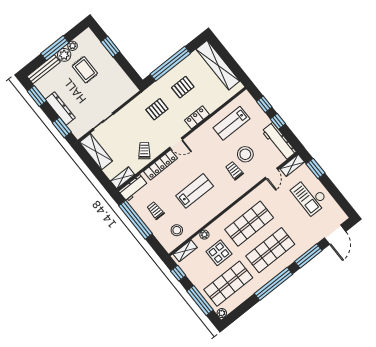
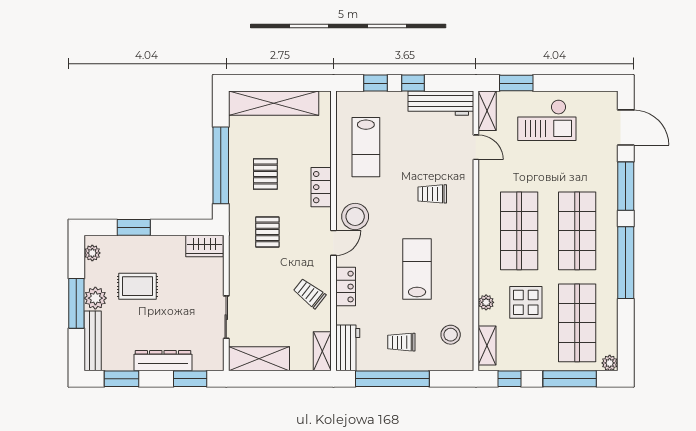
plant: (73, 46) -> (92, 253), moved
wardrobe: (128, 86) -> (204, 246), added
stool: (245, 154) -> (355, 216), moved
locker: (161, 165) -> (346, 287), width x0.66

